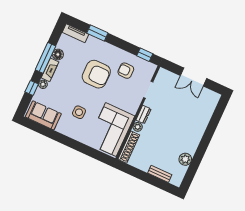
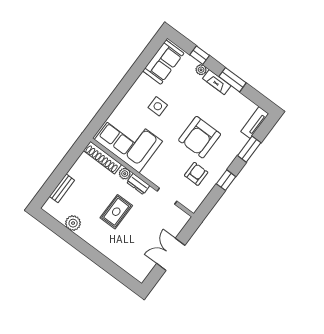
floor lamp: (58, 54) -> (233, 96), removed
window: (145, 55) -> (226, 180), moved
window: (45, 58) -> (233, 80), width x0.69
rug: (169, 127) -> (116, 212), added

